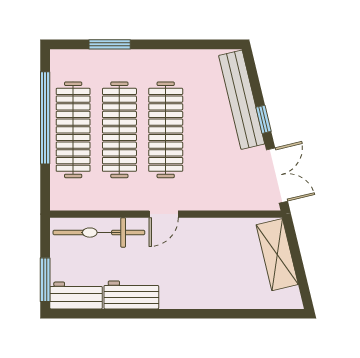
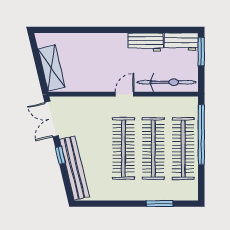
window: (45, 118) -> (201, 135), moved

